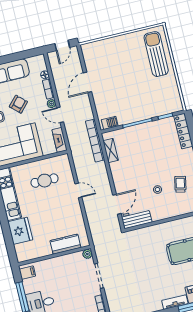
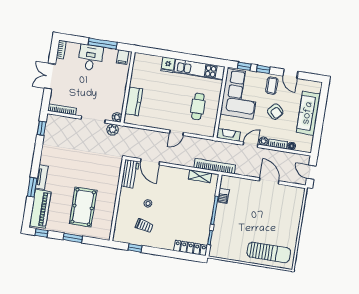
barbecue: (110, 123) -> (223, 196), moved
fridge: (20, 231) -> (168, 65), width x0.53, depth x0.75
plant: (101, 253) -> (113, 130), added

